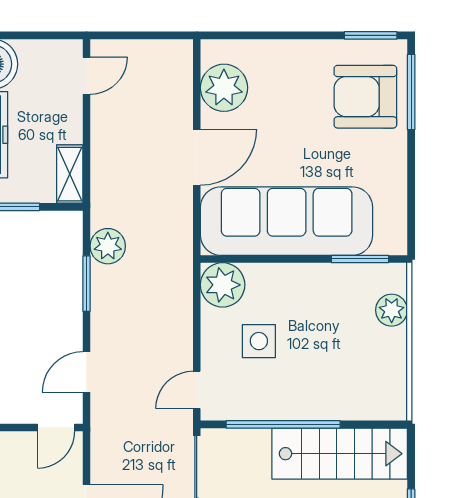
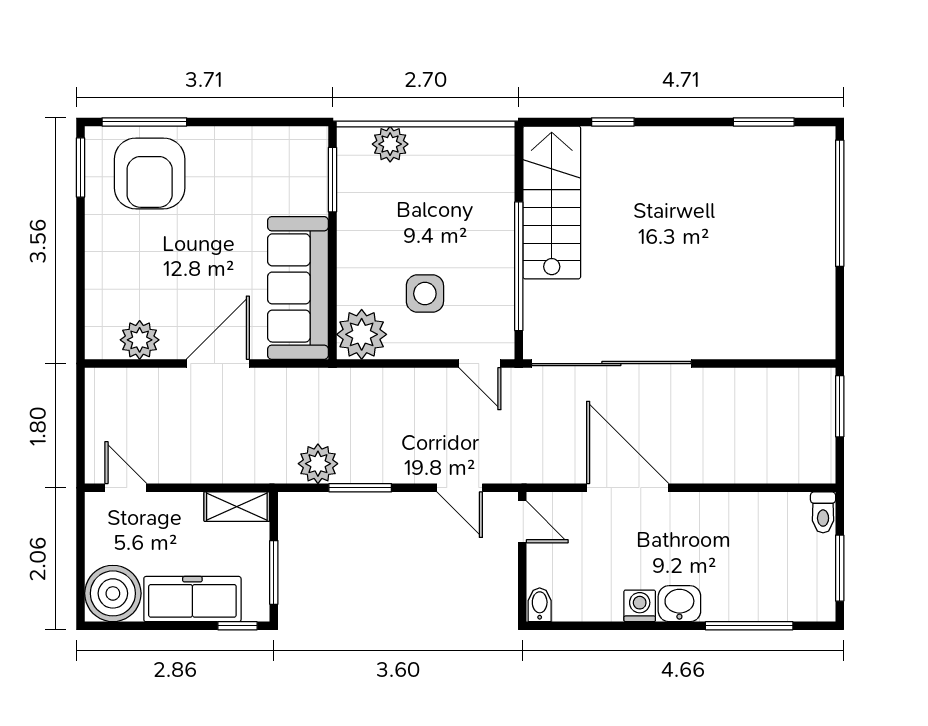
plant: (224, 88) -> (140, 340), width x0.73, depth x0.73
door: (197, 157) -> (218, 364), hinge flipped
sofa: (287, 221) -> (298, 288), width x0.74, depth x0.79

